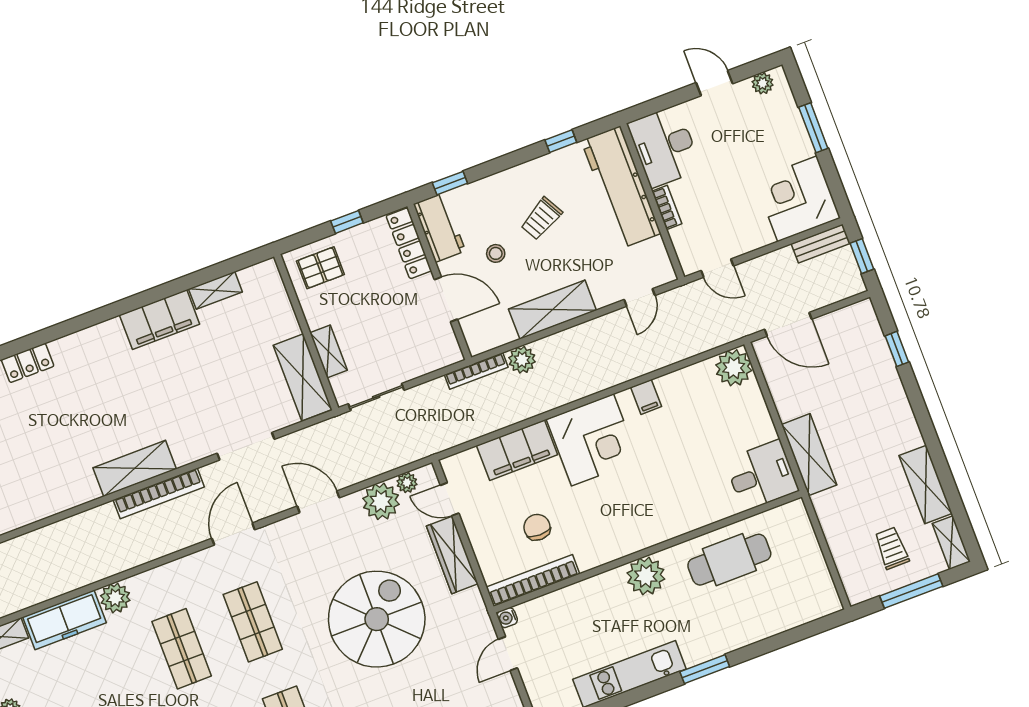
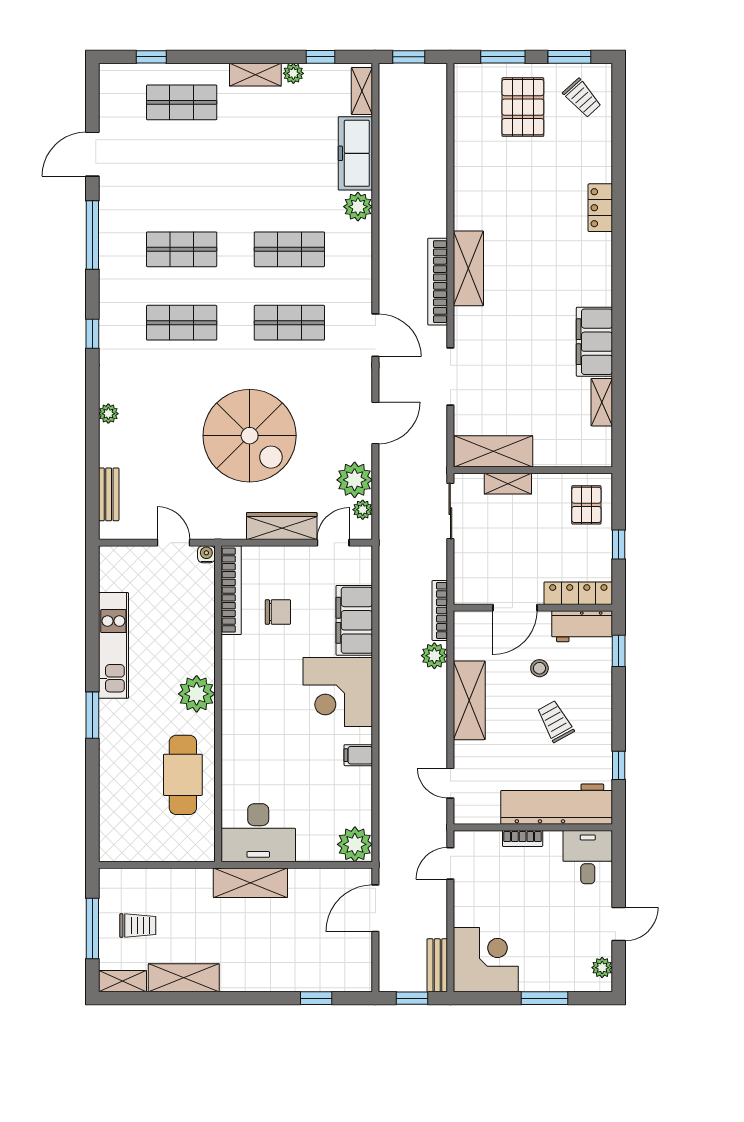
desk: (664, 146) -> (588, 857), width x0.73
desk: (762, 475) -> (258, 833), width x1.37

